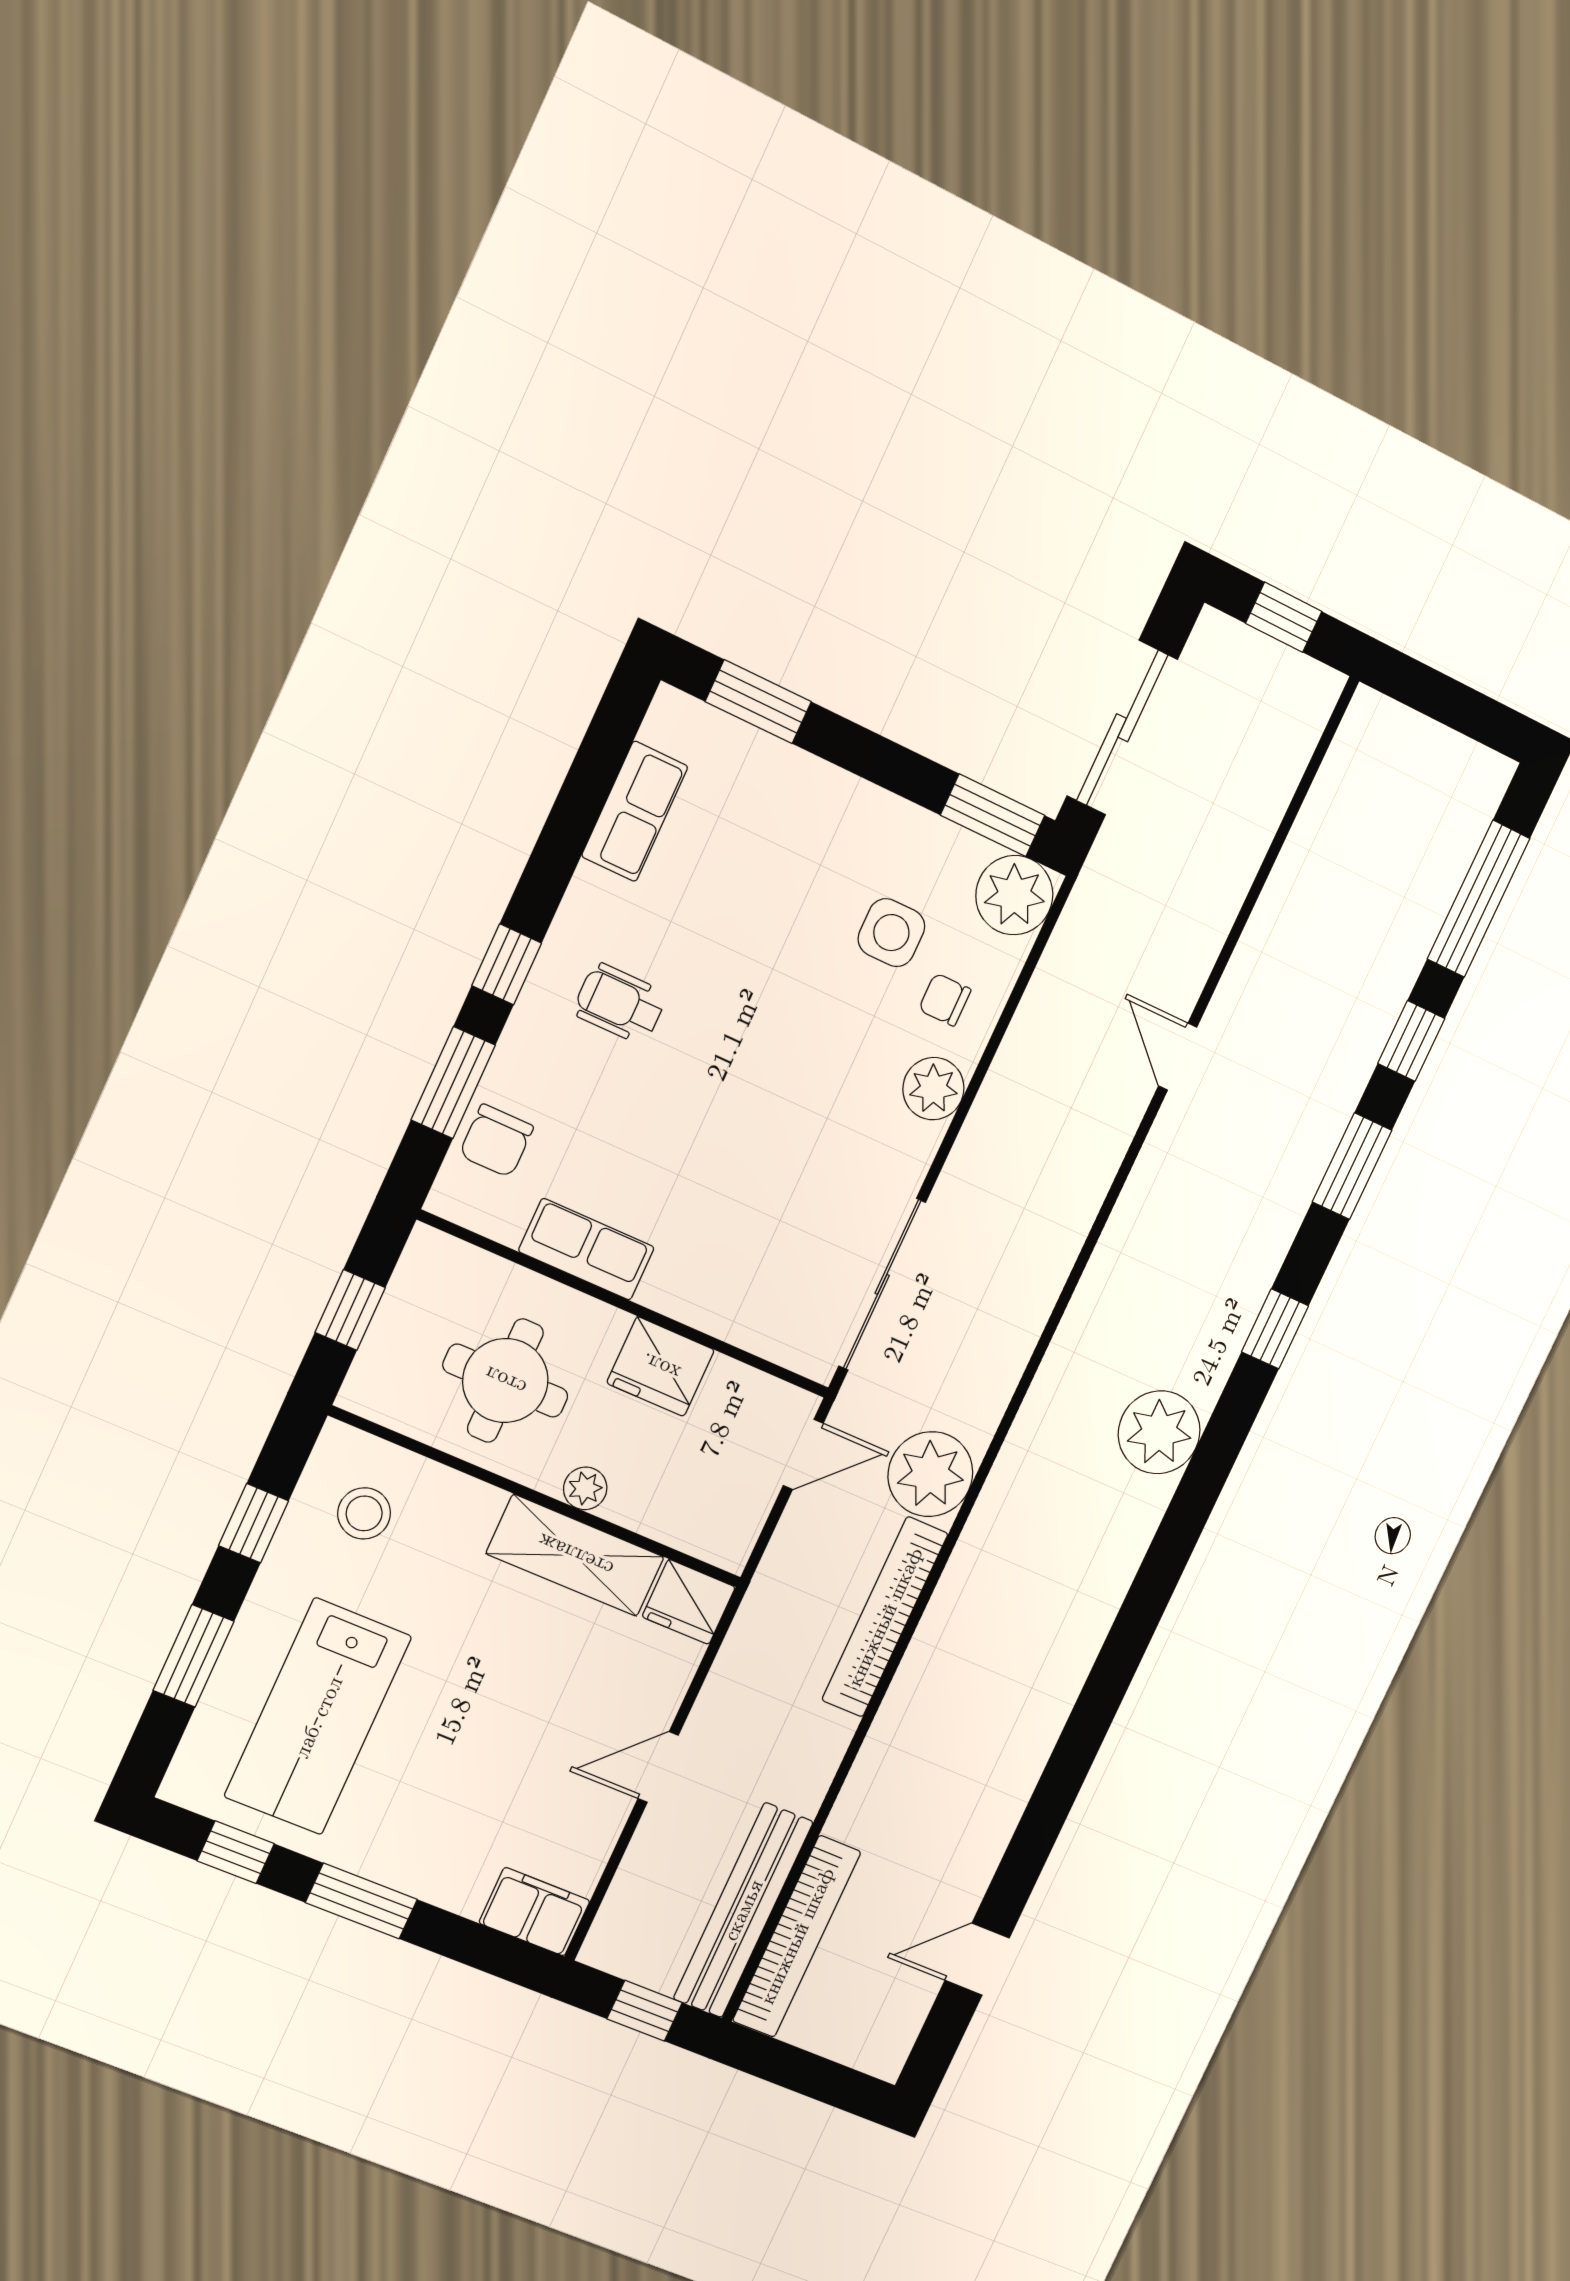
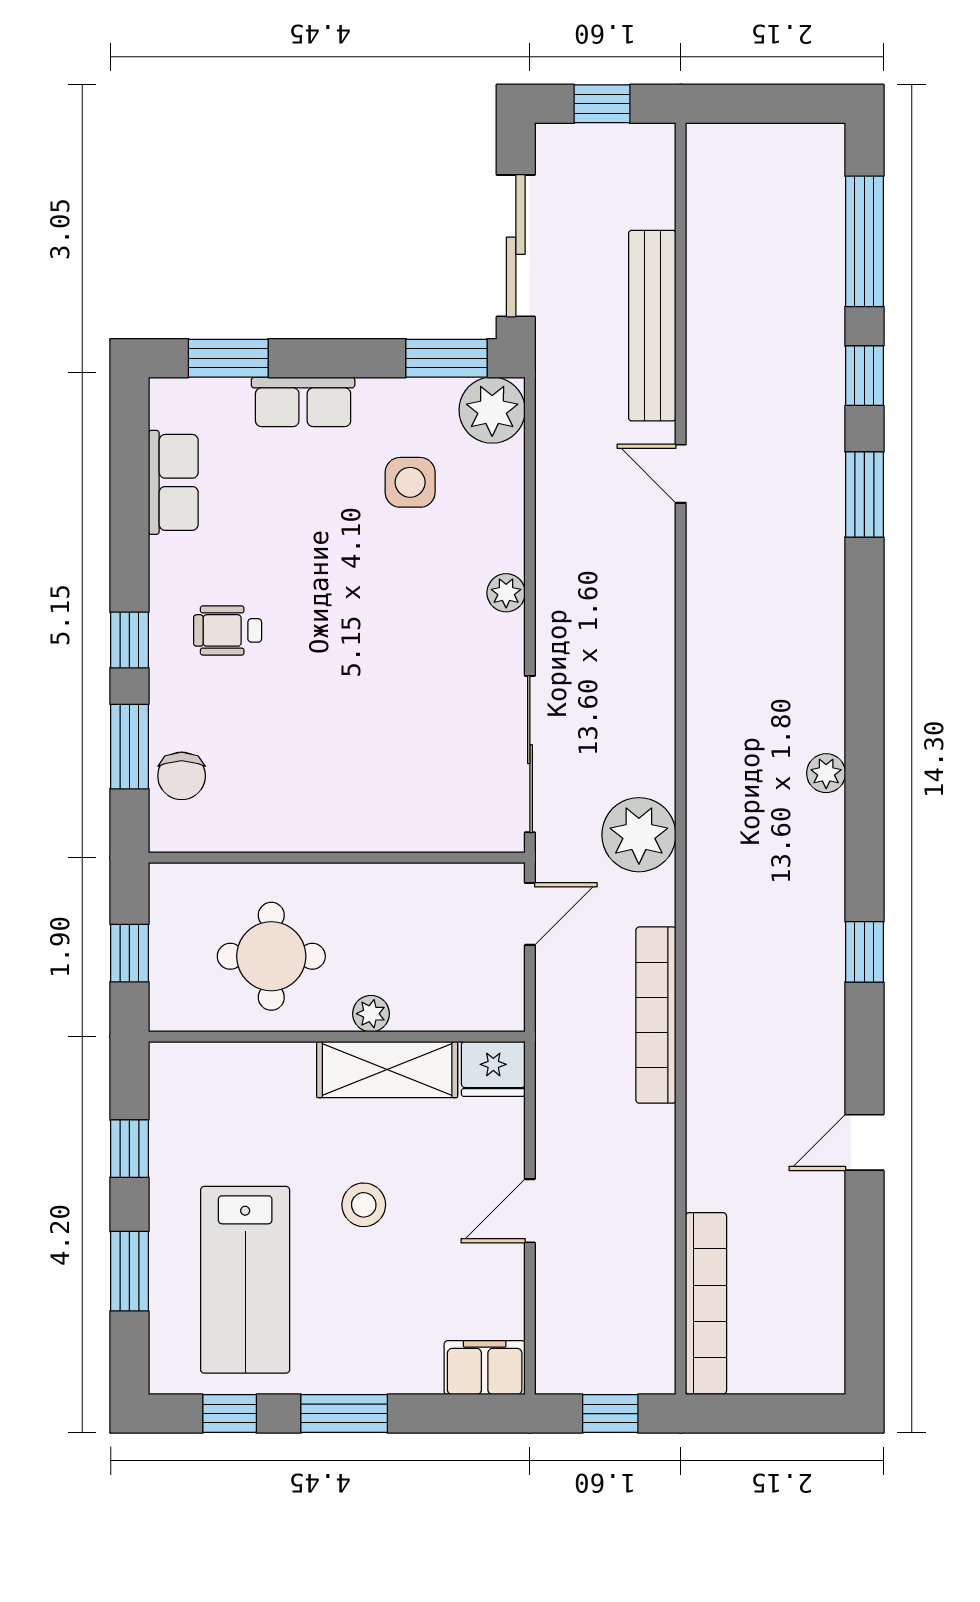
chair: (945, 1000) -> (476, 514), removed
plant: (933, 1089) -> (506, 593), width x0.73, depth x0.73
row of seats: (586, 1249) -> (303, 402), moved, turned 180
window: (1275, 1329) -> (864, 952), moved
fridge: (661, 1367) -> (386, 894), removed
plant: (1159, 1432) -> (826, 773), width x0.53, depth x0.53
plant: (930, 1474) -> (639, 835), moved
stool: (364, 1513) -> (364, 1205), moved
bench: (743, 1910) -> (652, 326), moved
door: (977, 1959) -> (864, 1142), moved

